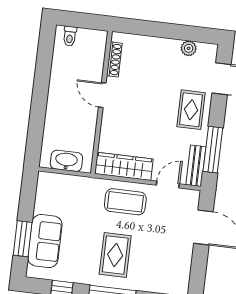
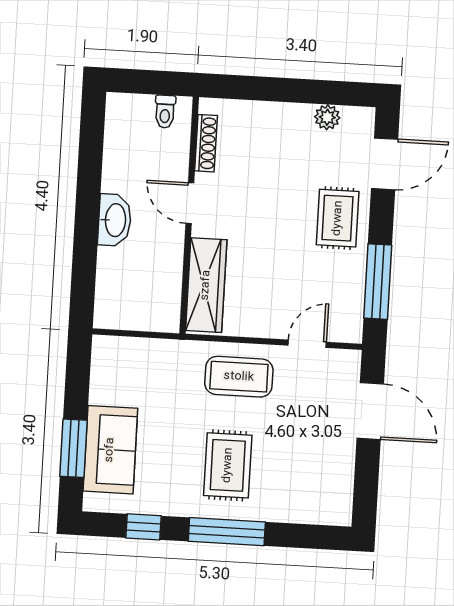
toilet: (70, 36) -> (165, 112), moved
washbasin: (66, 161) -> (115, 220), moved, turned 90
wardrobe: (124, 166) -> (206, 285), moved, turned 90
bench: (196, 166) -> (351, 310), removed

